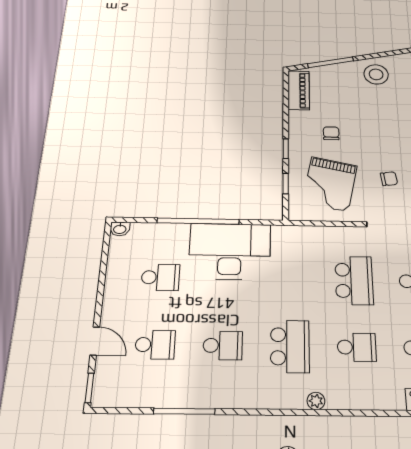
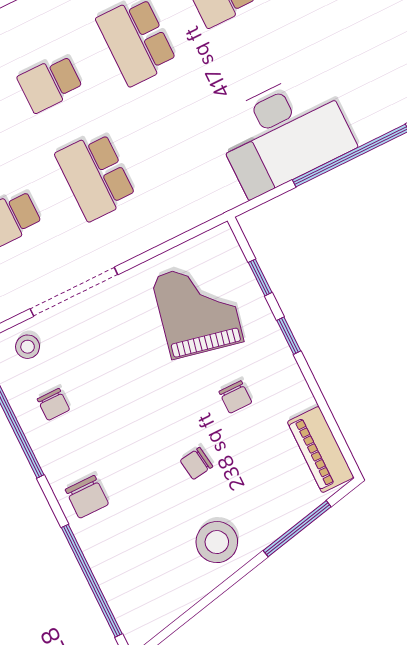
chair: (389, 179) -> (196, 463), moved
school desk: (160, 277) -> (355, 49), removed

